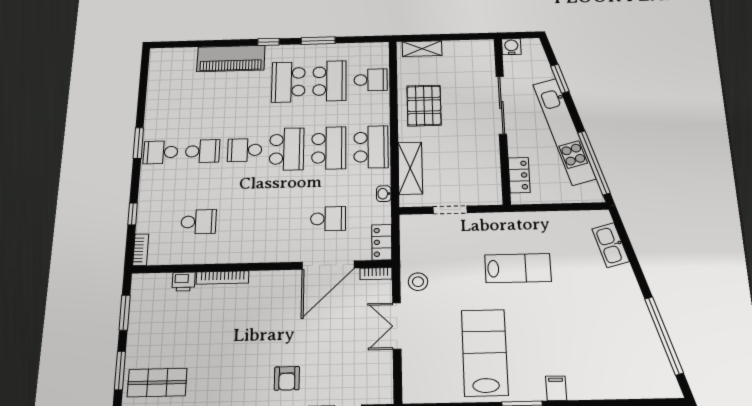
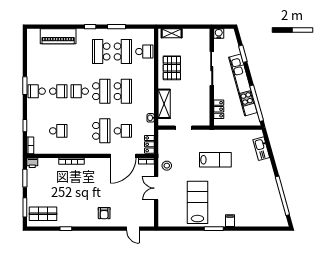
piano: (231, 59) -> (58, 36), moved
school desk: (371, 147) -> (101, 131), moved
printer: (184, 282) -> (32, 163), moved

